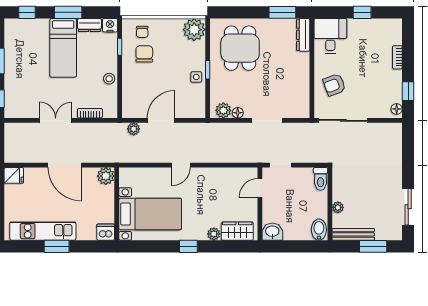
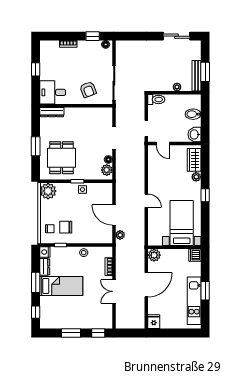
window: (282, 12) -> (36, 146), moved
dining table: (240, 48) -> (62, 158), turned 90
bidet: (319, 230) -> (193, 114), moved
window: (373, 246) -> (205, 72), moved

